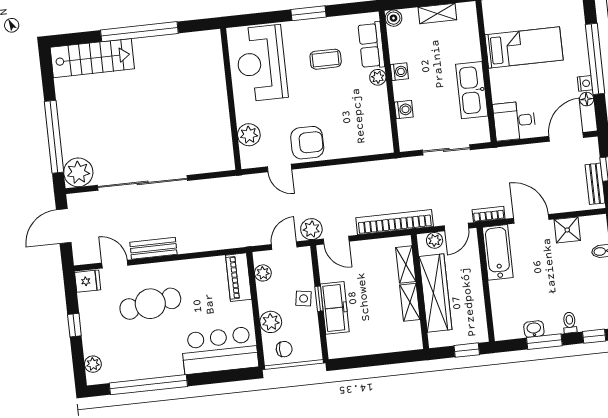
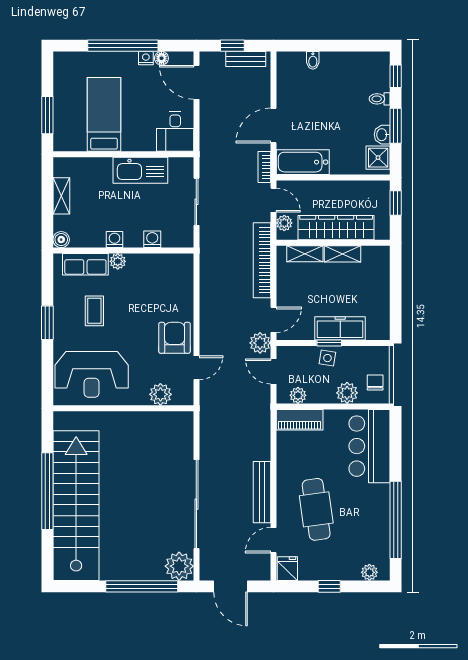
stairs: (92, 58) -> (76, 506), width x1.86, depth x1.51
shower: (567, 230) -> (378, 158), moved
bench: (153, 248) -> (262, 492), width x1.36

